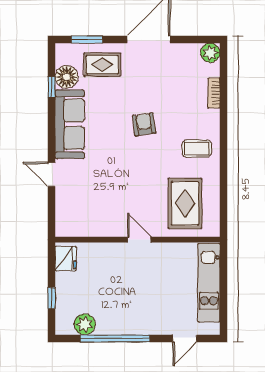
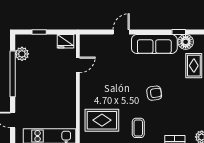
door: (139, 240) -> (78, 65), moved

